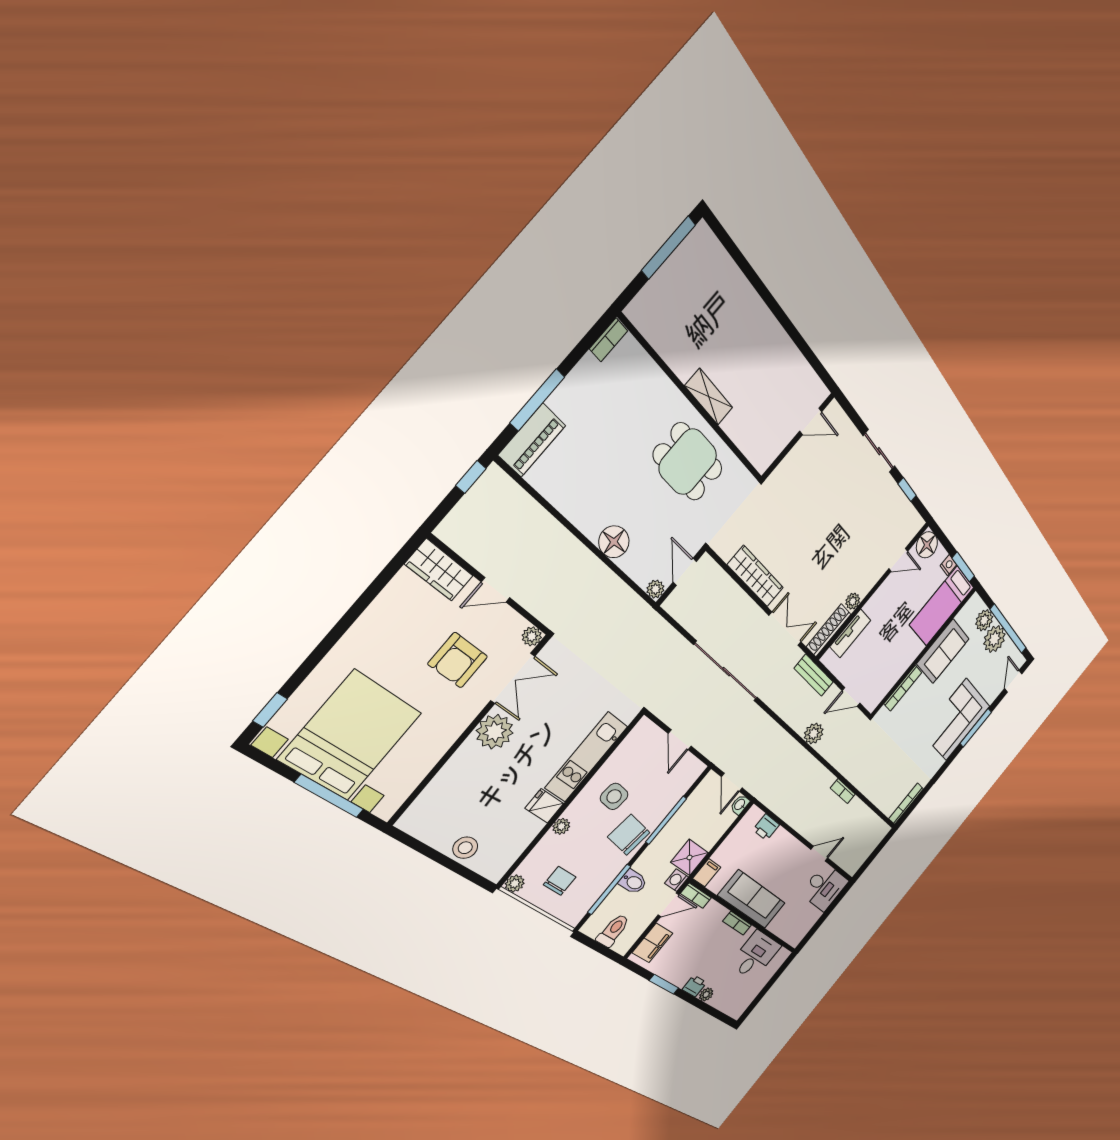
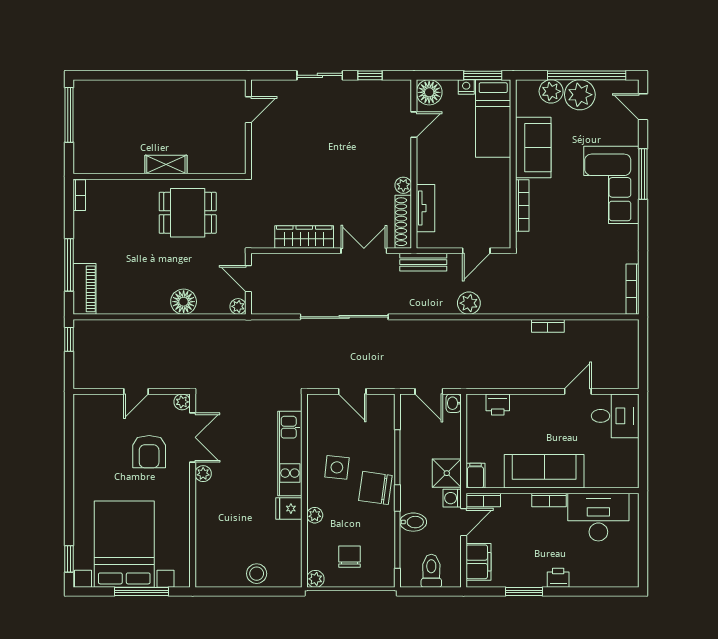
wardrobe: (439, 570) -> (95, 406), removed
plant: (495, 732) -> (203, 474), width x0.53, depth x0.53
desk: (755, 955) -> (598, 517), width x1.37
plant: (706, 994) -> (579, 579), removed

